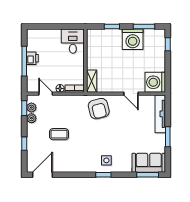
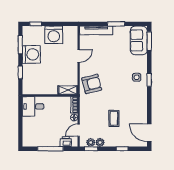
printer: (32, 58) -> (66, 142), moved
washing machine: (155, 82) -> (54, 35), moved

